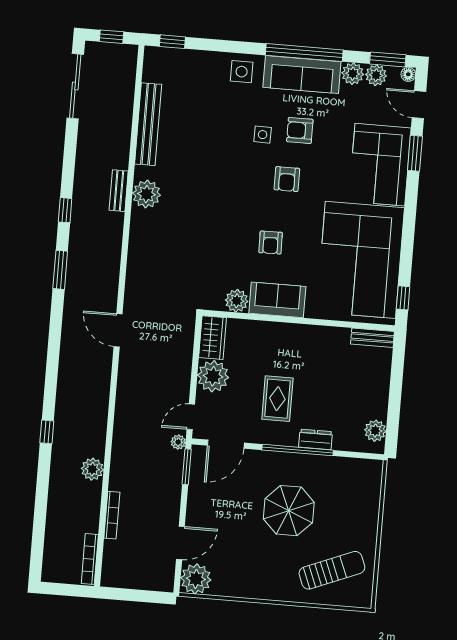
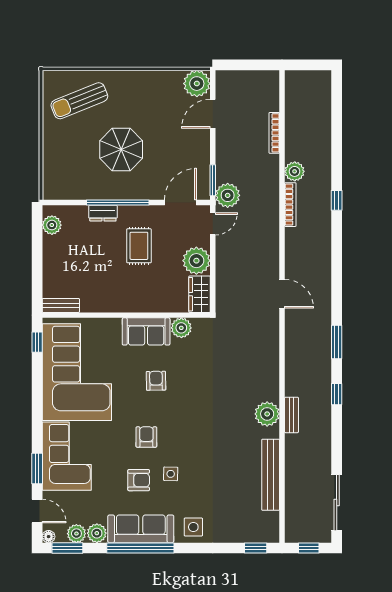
plant: (178, 442) -> (228, 195), width x1.88, depth x1.88
bookcase: (90, 559) -> (290, 205), moved

